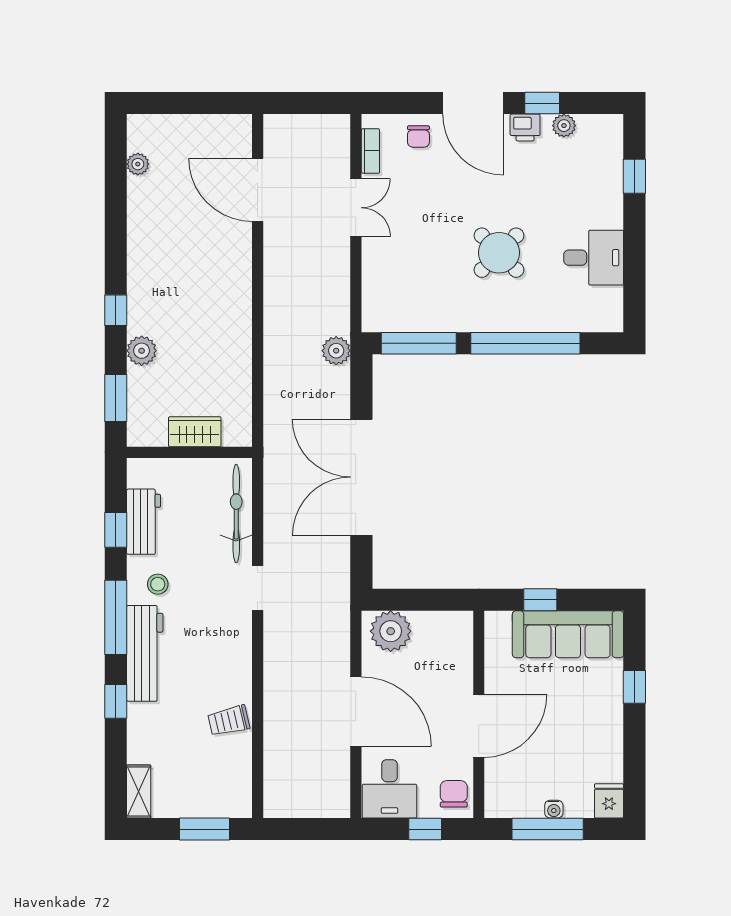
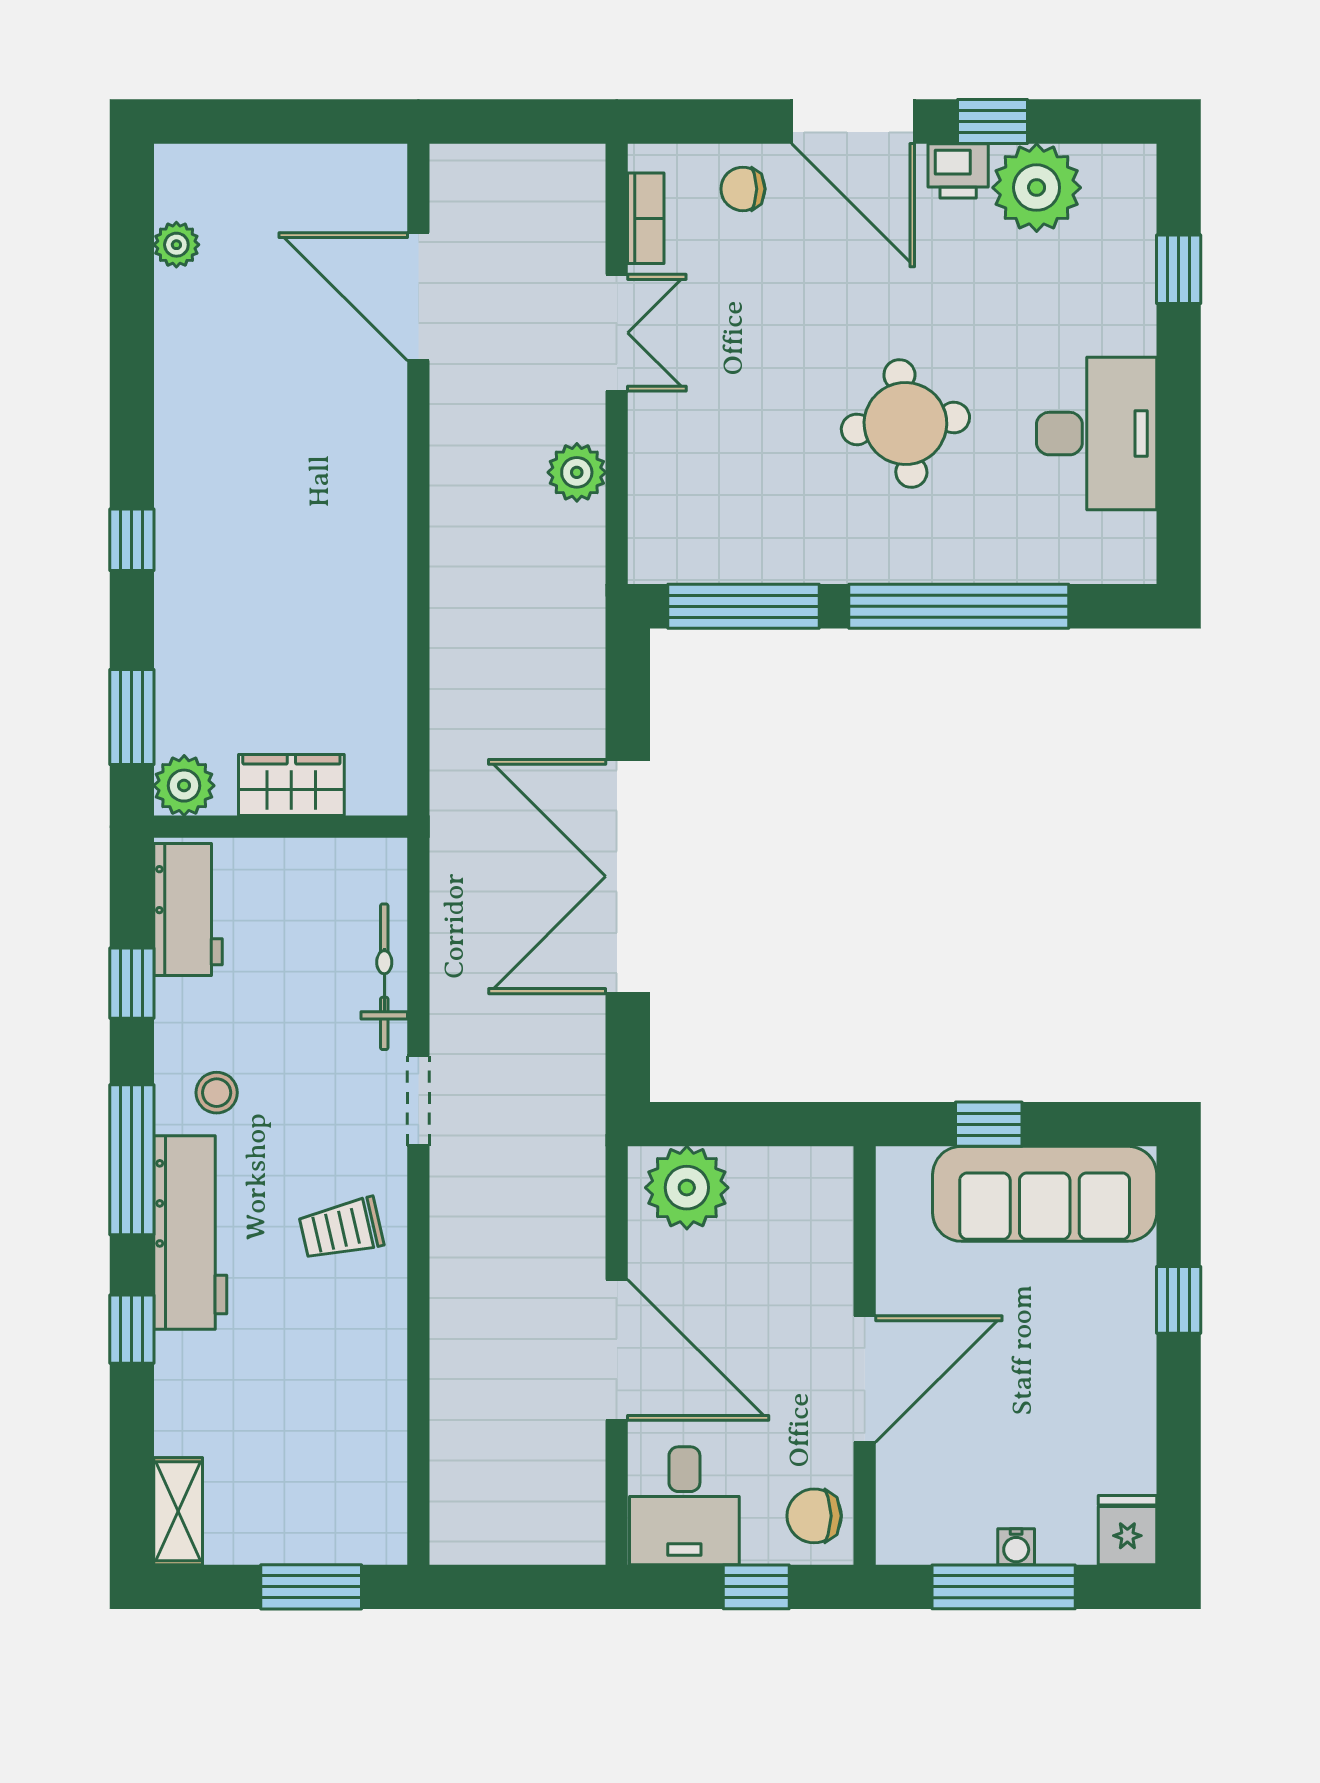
plant: (564, 126) -> (1037, 188), width x1.88, depth x1.88
chair: (418, 136) -> (743, 189), turned 90
round table: (499, 253) -> (905, 424), turned 38
desk: (594, 258) -> (1097, 434), width x1.37
plant: (142, 351) -> (184, 786), moved
plant: (336, 351) -> (577, 472), moved
bicycle: (236, 514) -> (384, 977), width x0.73, depth x0.71
workbench: (144, 522) -> (188, 909), moved
trolley: (229, 721) -> (341, 1229), moved
chair: (454, 794) -> (814, 1516), turned -90

